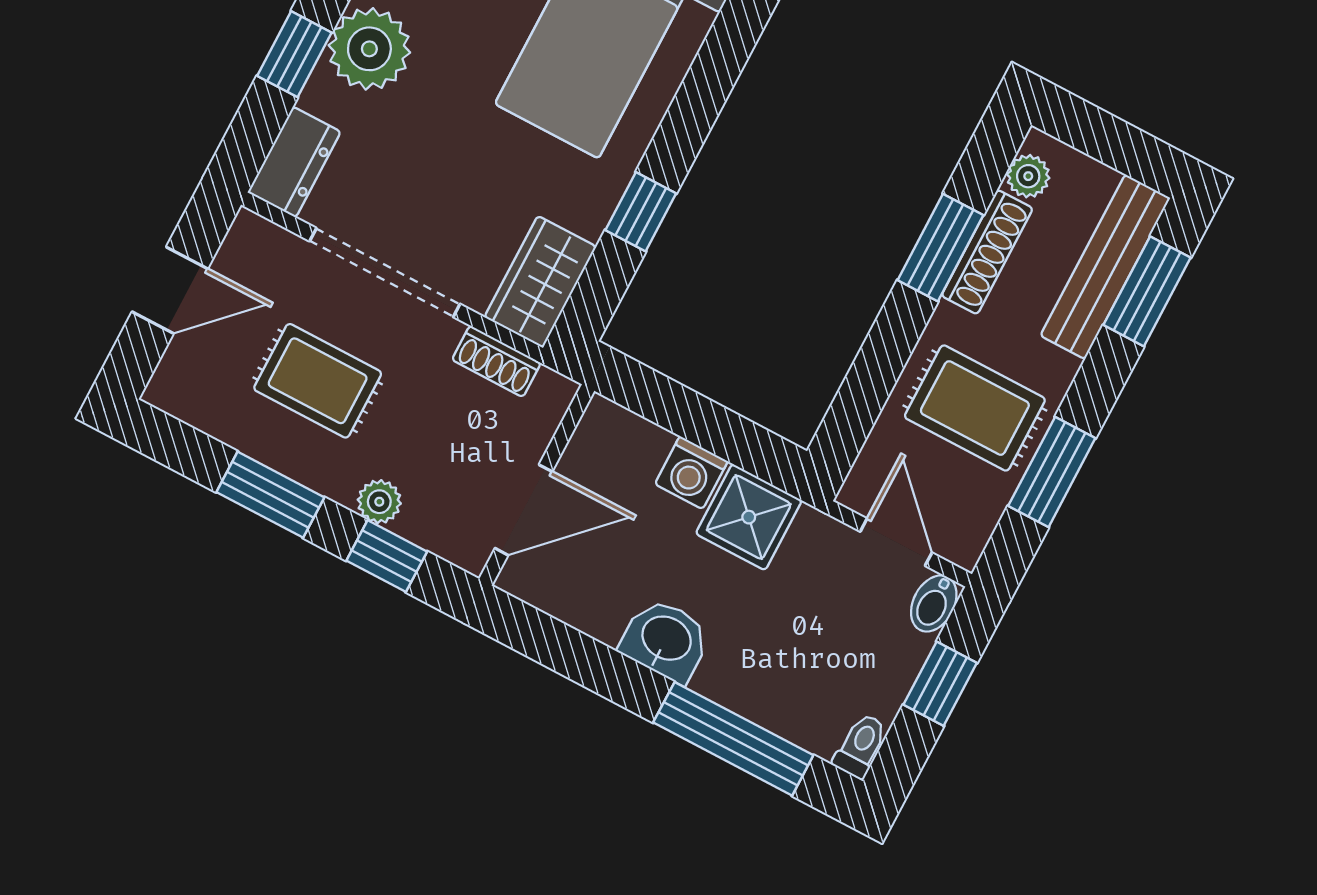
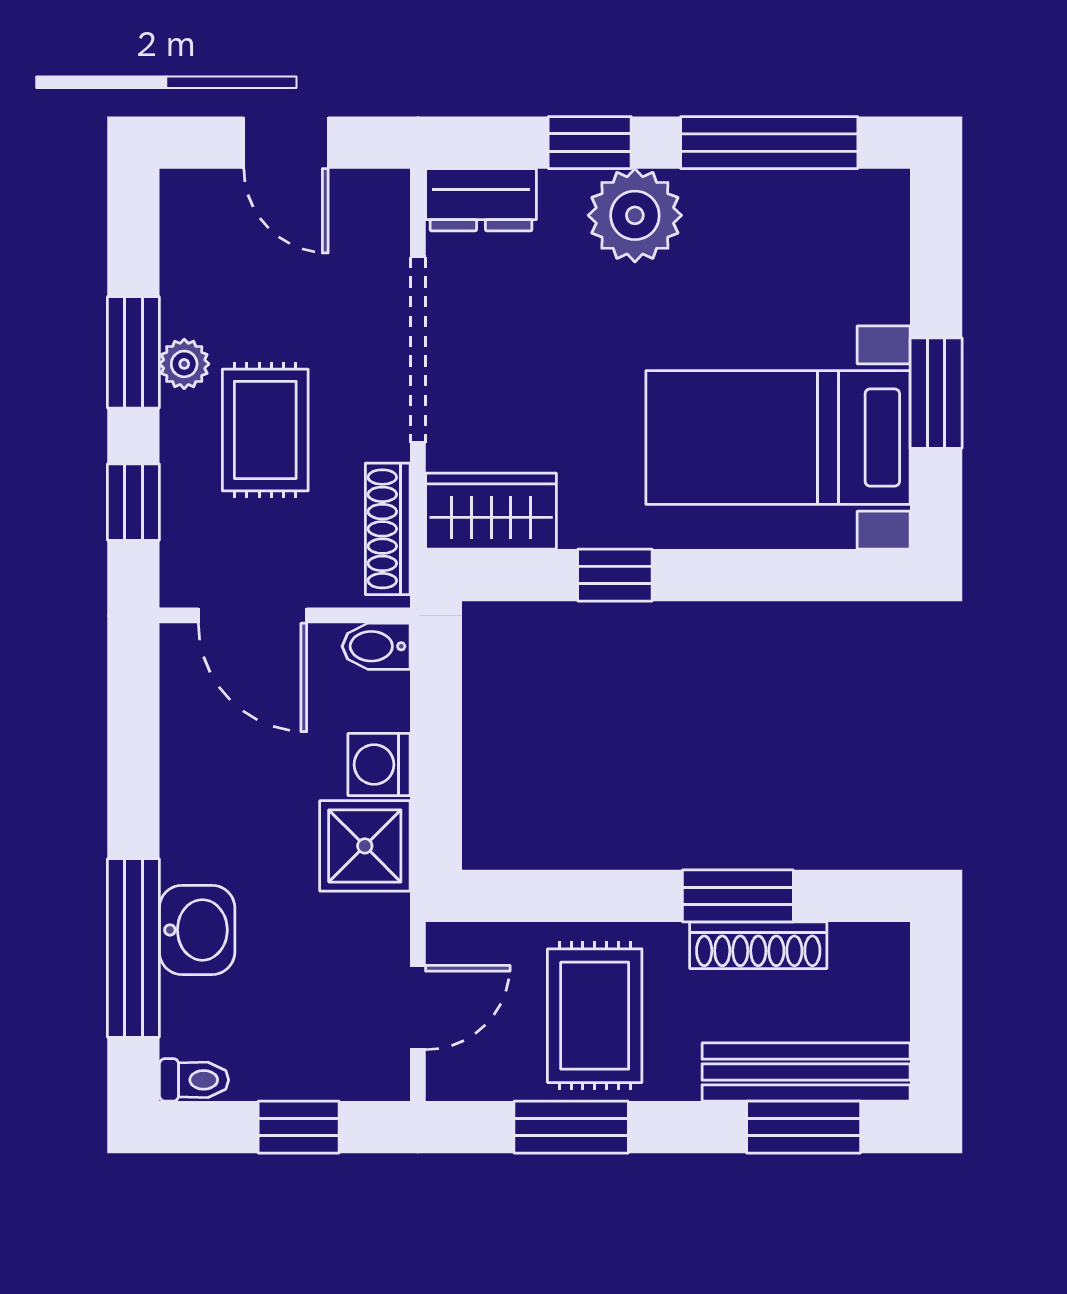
plant: (1028, 176) -> (856, 946), removed
shoe rack: (496, 361) -> (388, 529), width x1.43
rug: (318, 381) -> (265, 430), moved
plant: (379, 502) -> (184, 364), moved
bidet: (934, 603) -> (376, 646), moved
washbasin: (666, 640) -> (197, 930), moved

